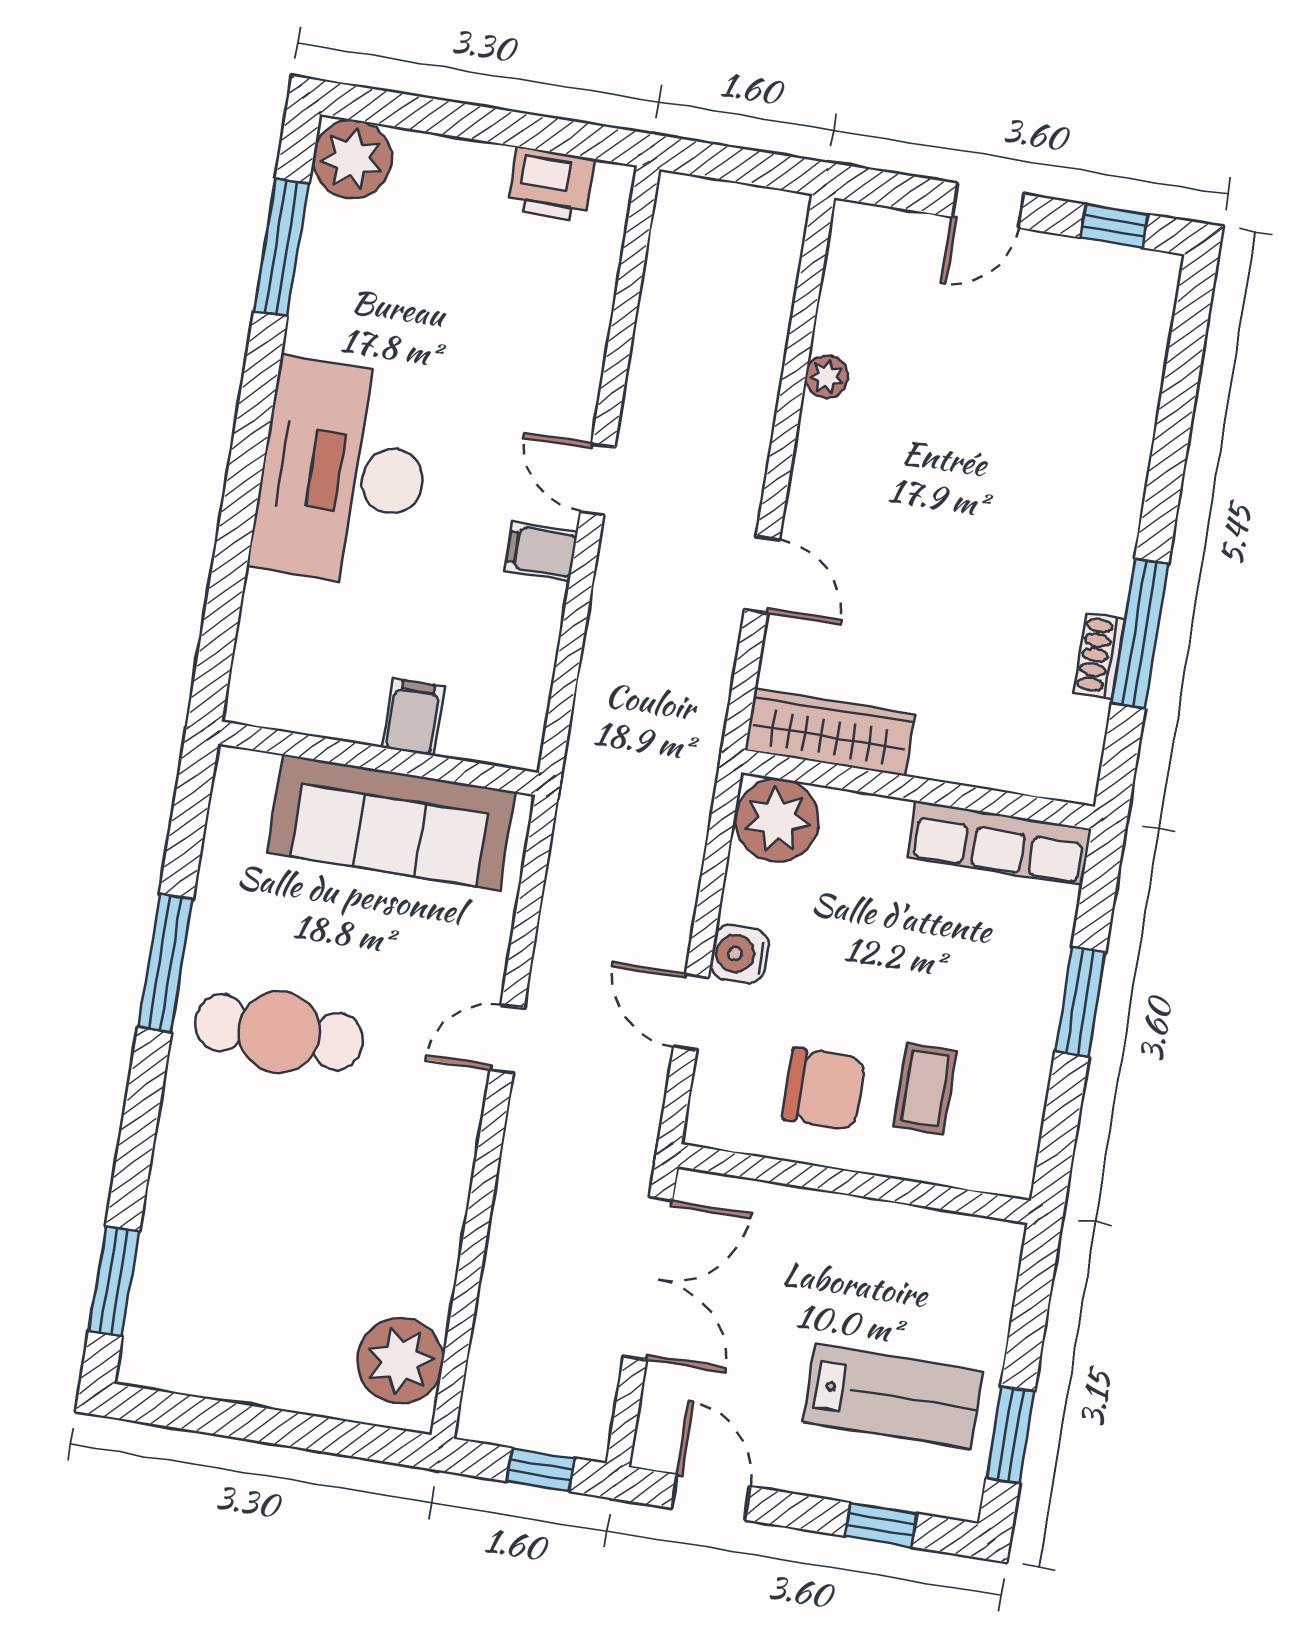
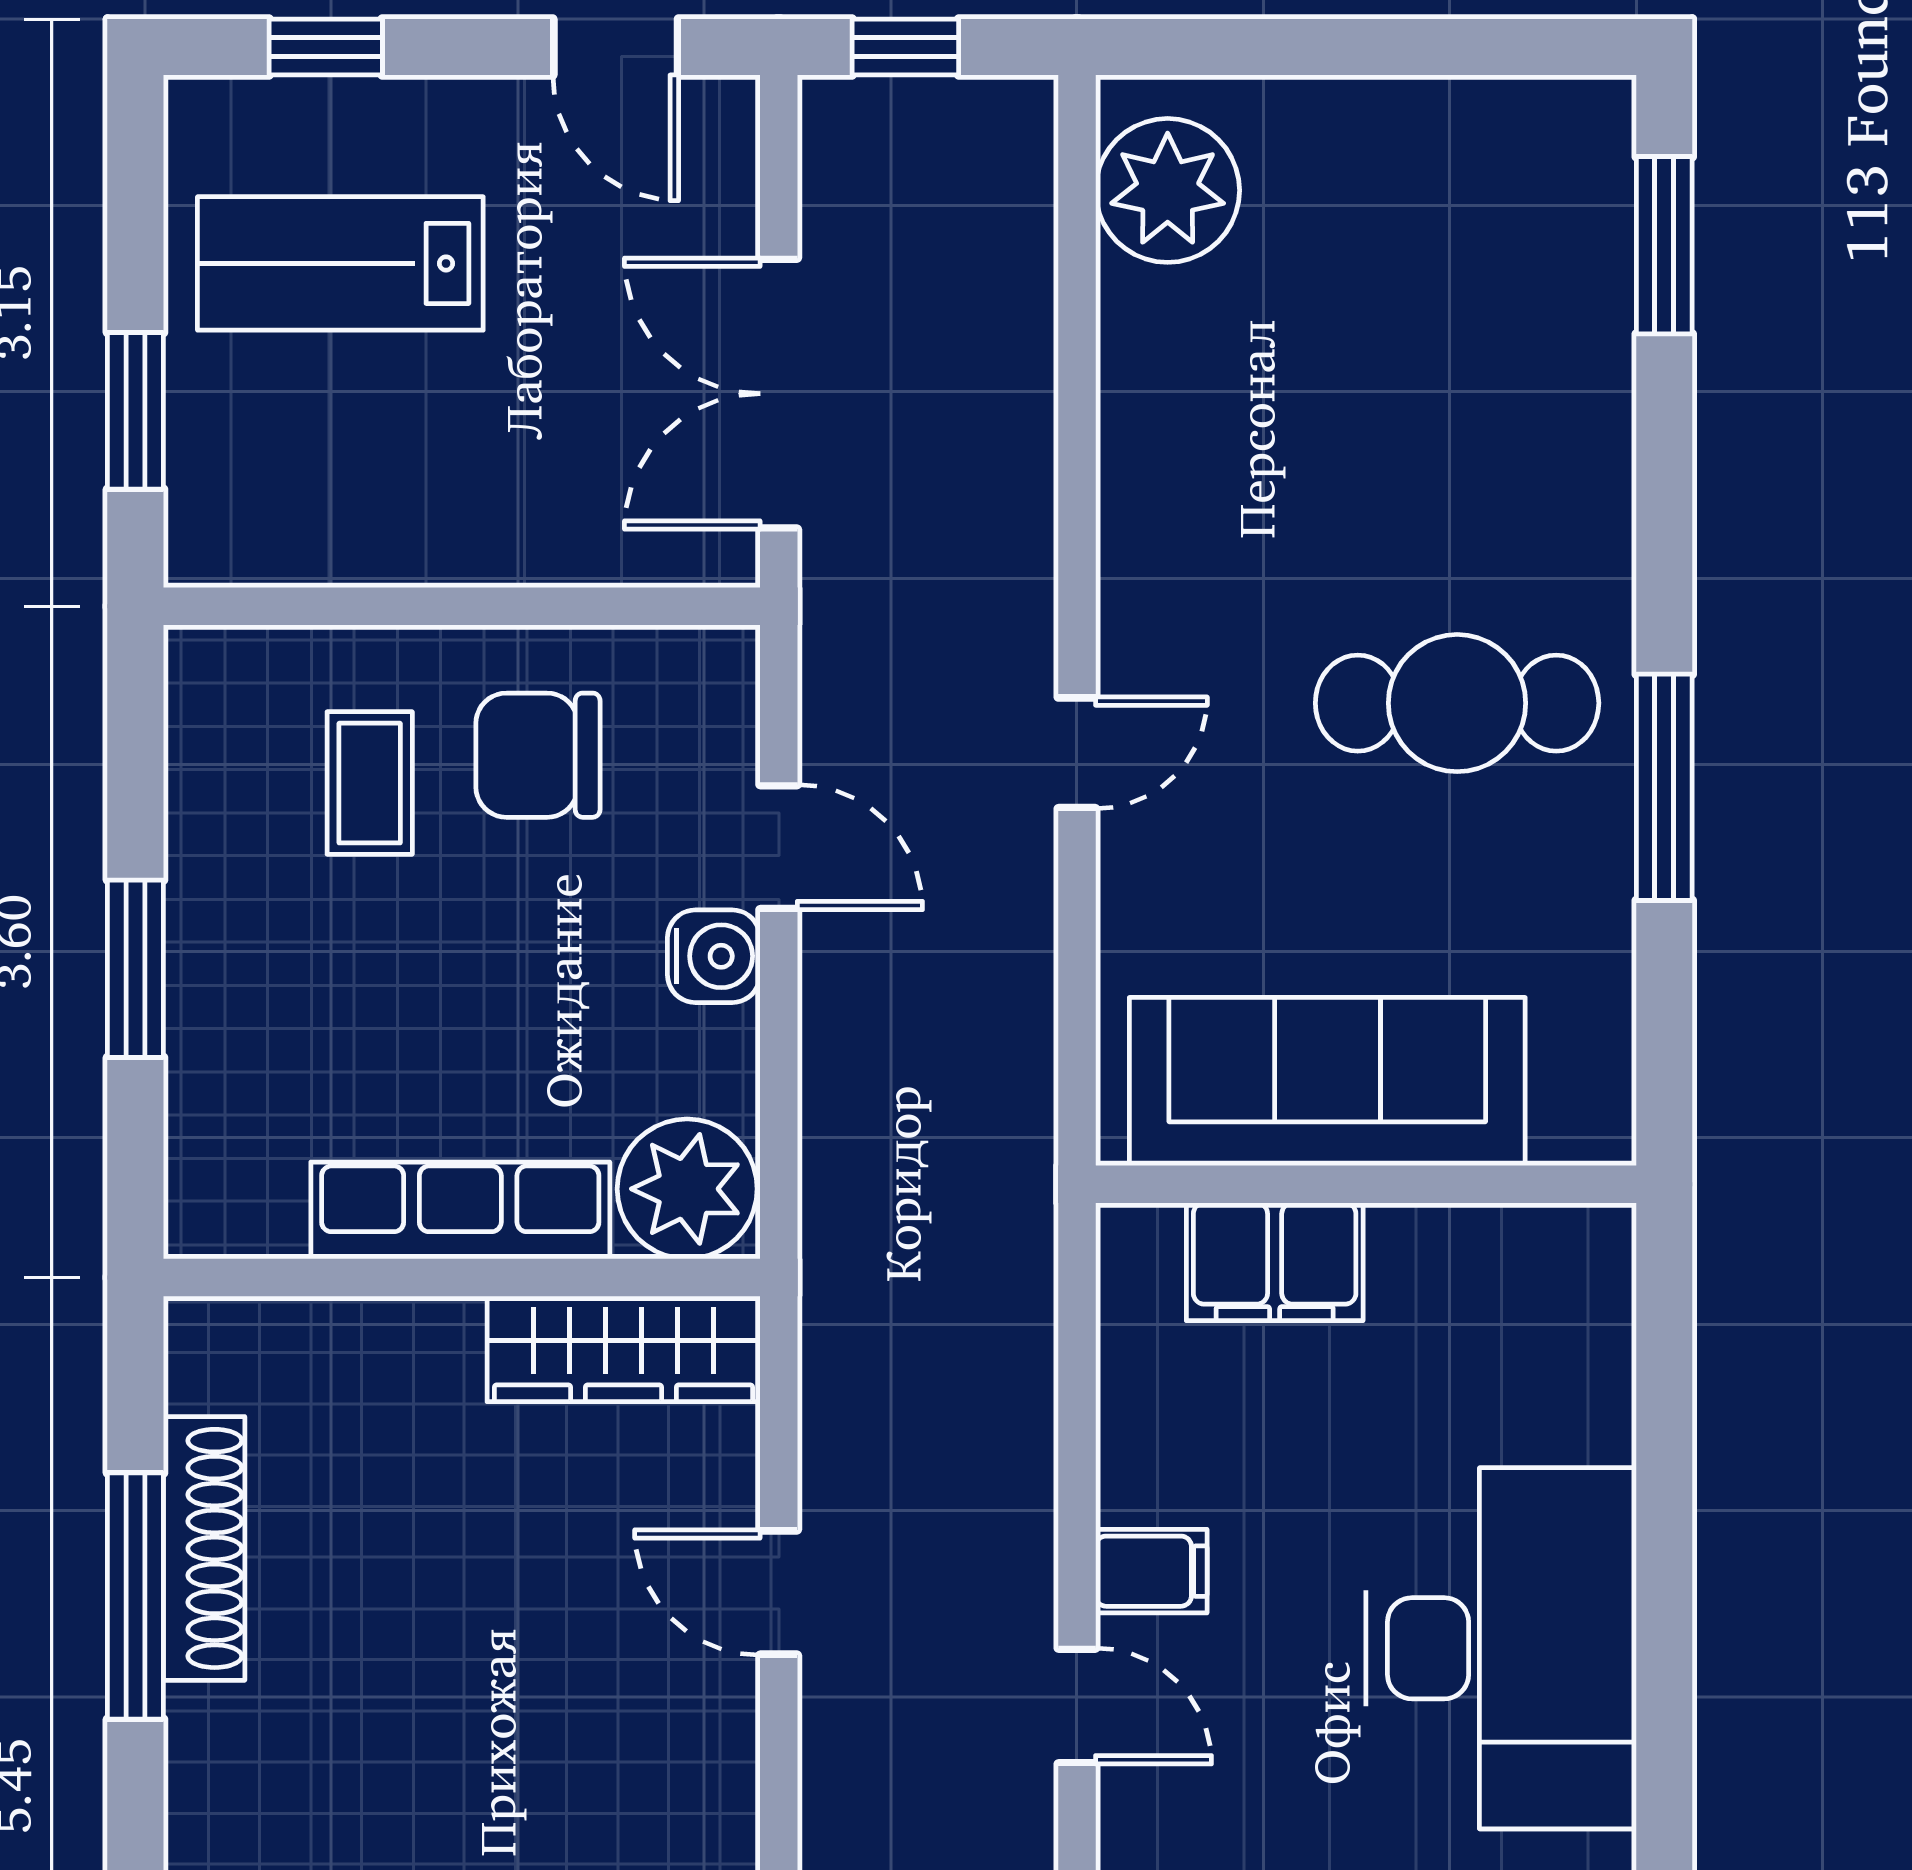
shoe rack: (1100, 656) -> (204, 1548), width x1.94, depth x1.24
filing cabinet: (413, 717) -> (1275, 1262), width x2.00
row of seats: (999, 843) -> (460, 1210), moved
window: (1010, 1435) -> (135, 411), moved

